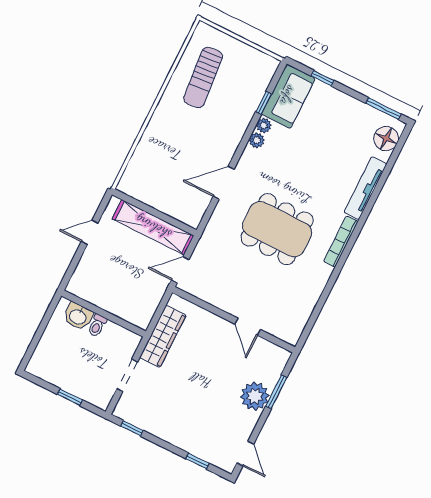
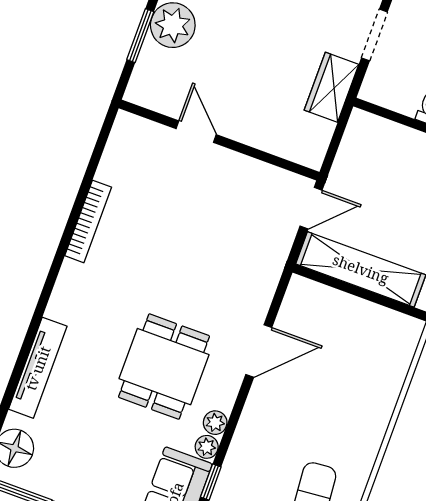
dining table: (277, 229) -> (164, 367), moved, width x0.73
bookcase: (341, 241) -> (88, 221), moved
wardrobe: (163, 336) -> (331, 87), width x0.67

